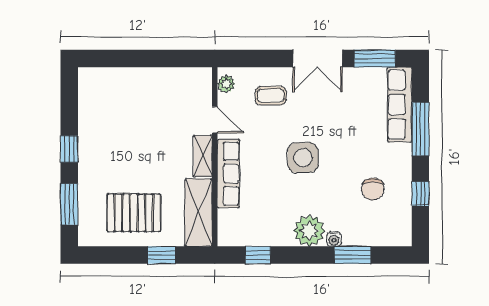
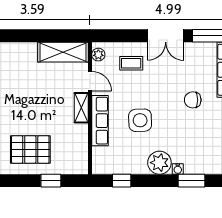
side table: (303, 158) -> (140, 120), moved
chair: (373, 189) -> (193, 100), moved, turned 90
shelving: (199, 212) -> (63, 52), moved, turned 90

